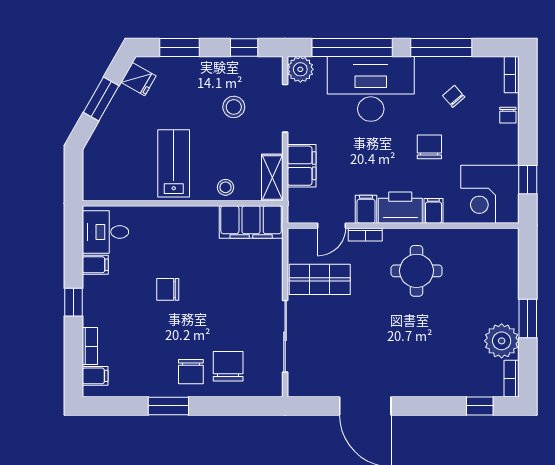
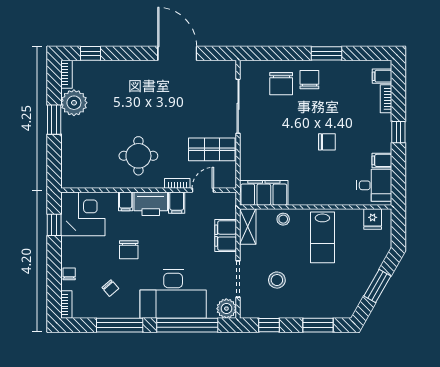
fridge: (138, 79) -> (373, 219), moved, turned -120

